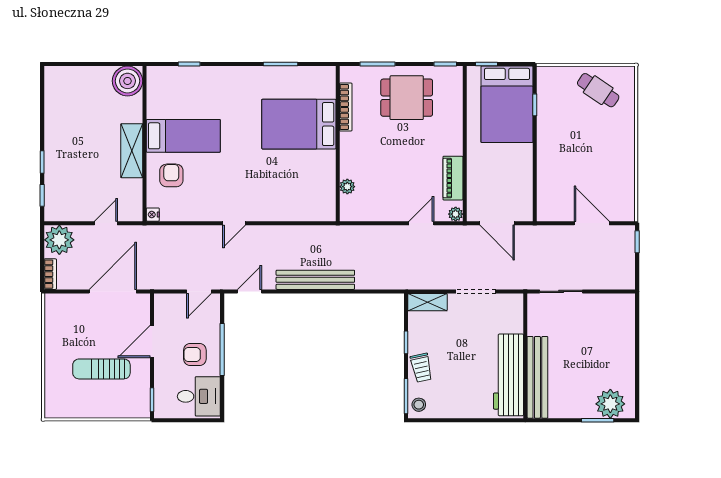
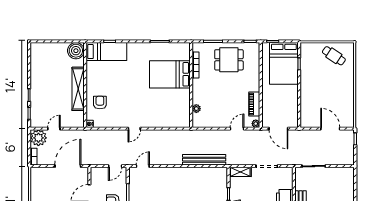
bed: (183, 136) -> (106, 52), moved
shelving: (132, 151) -> (78, 89), width x1.47
door: (106, 223) -> (54, 129), moved
bench: (315, 280) -> (204, 160), moved

